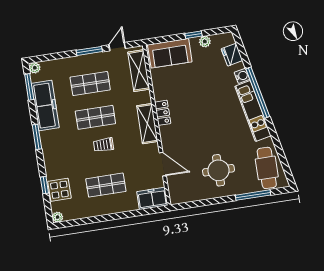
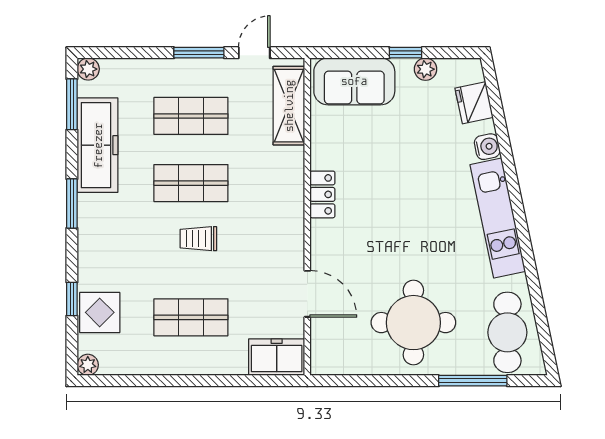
window: (258, 93) -> (513, 184), removed
shelving: (147, 124) -> (289, 211), removed
round table: (219, 170) -> (413, 323), width x1.36, depth x1.36

